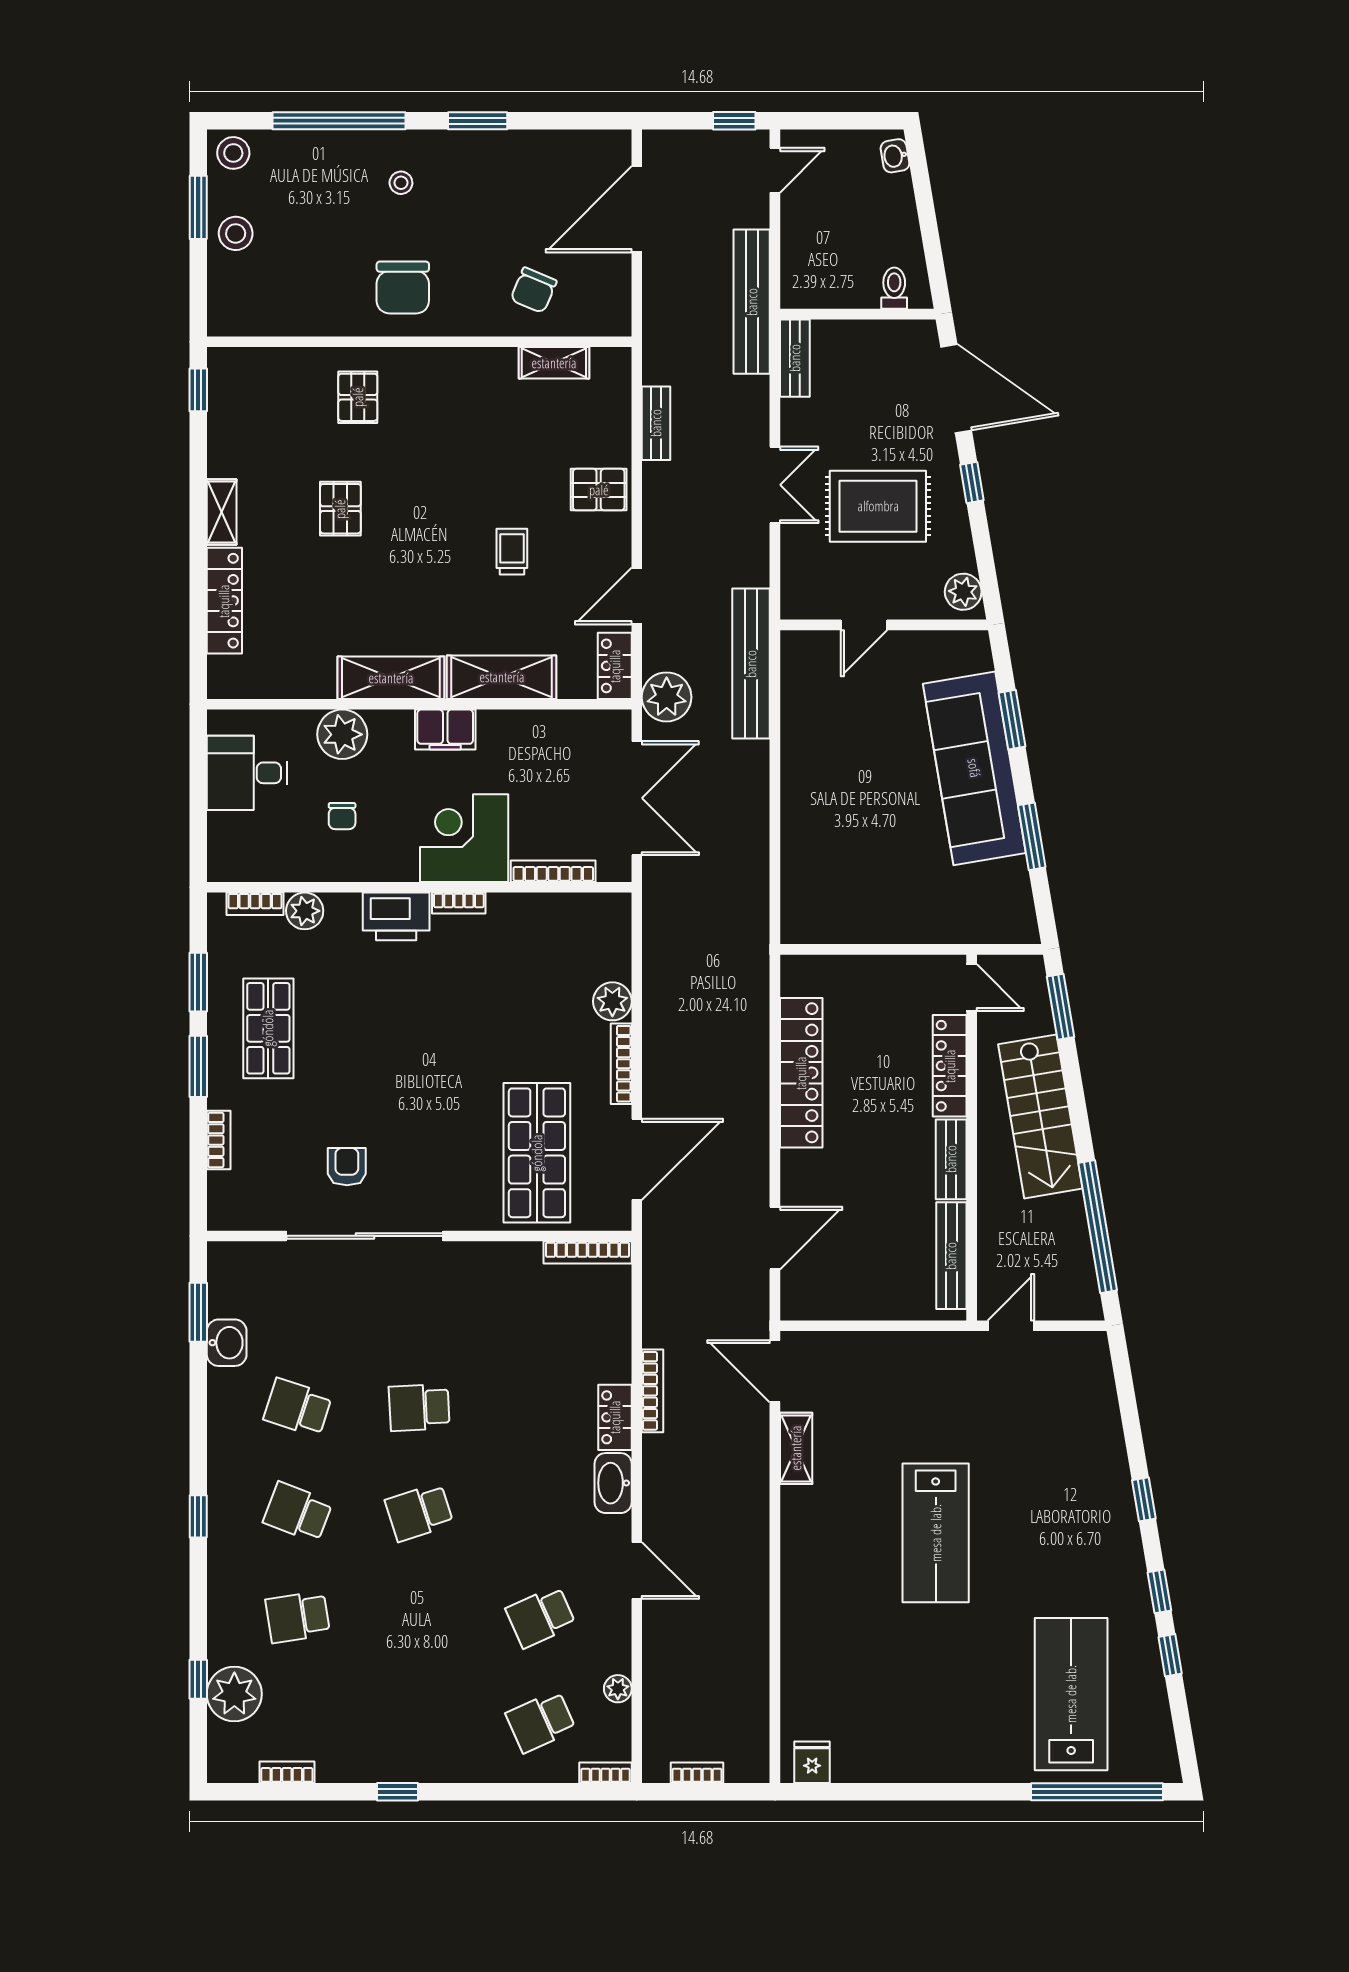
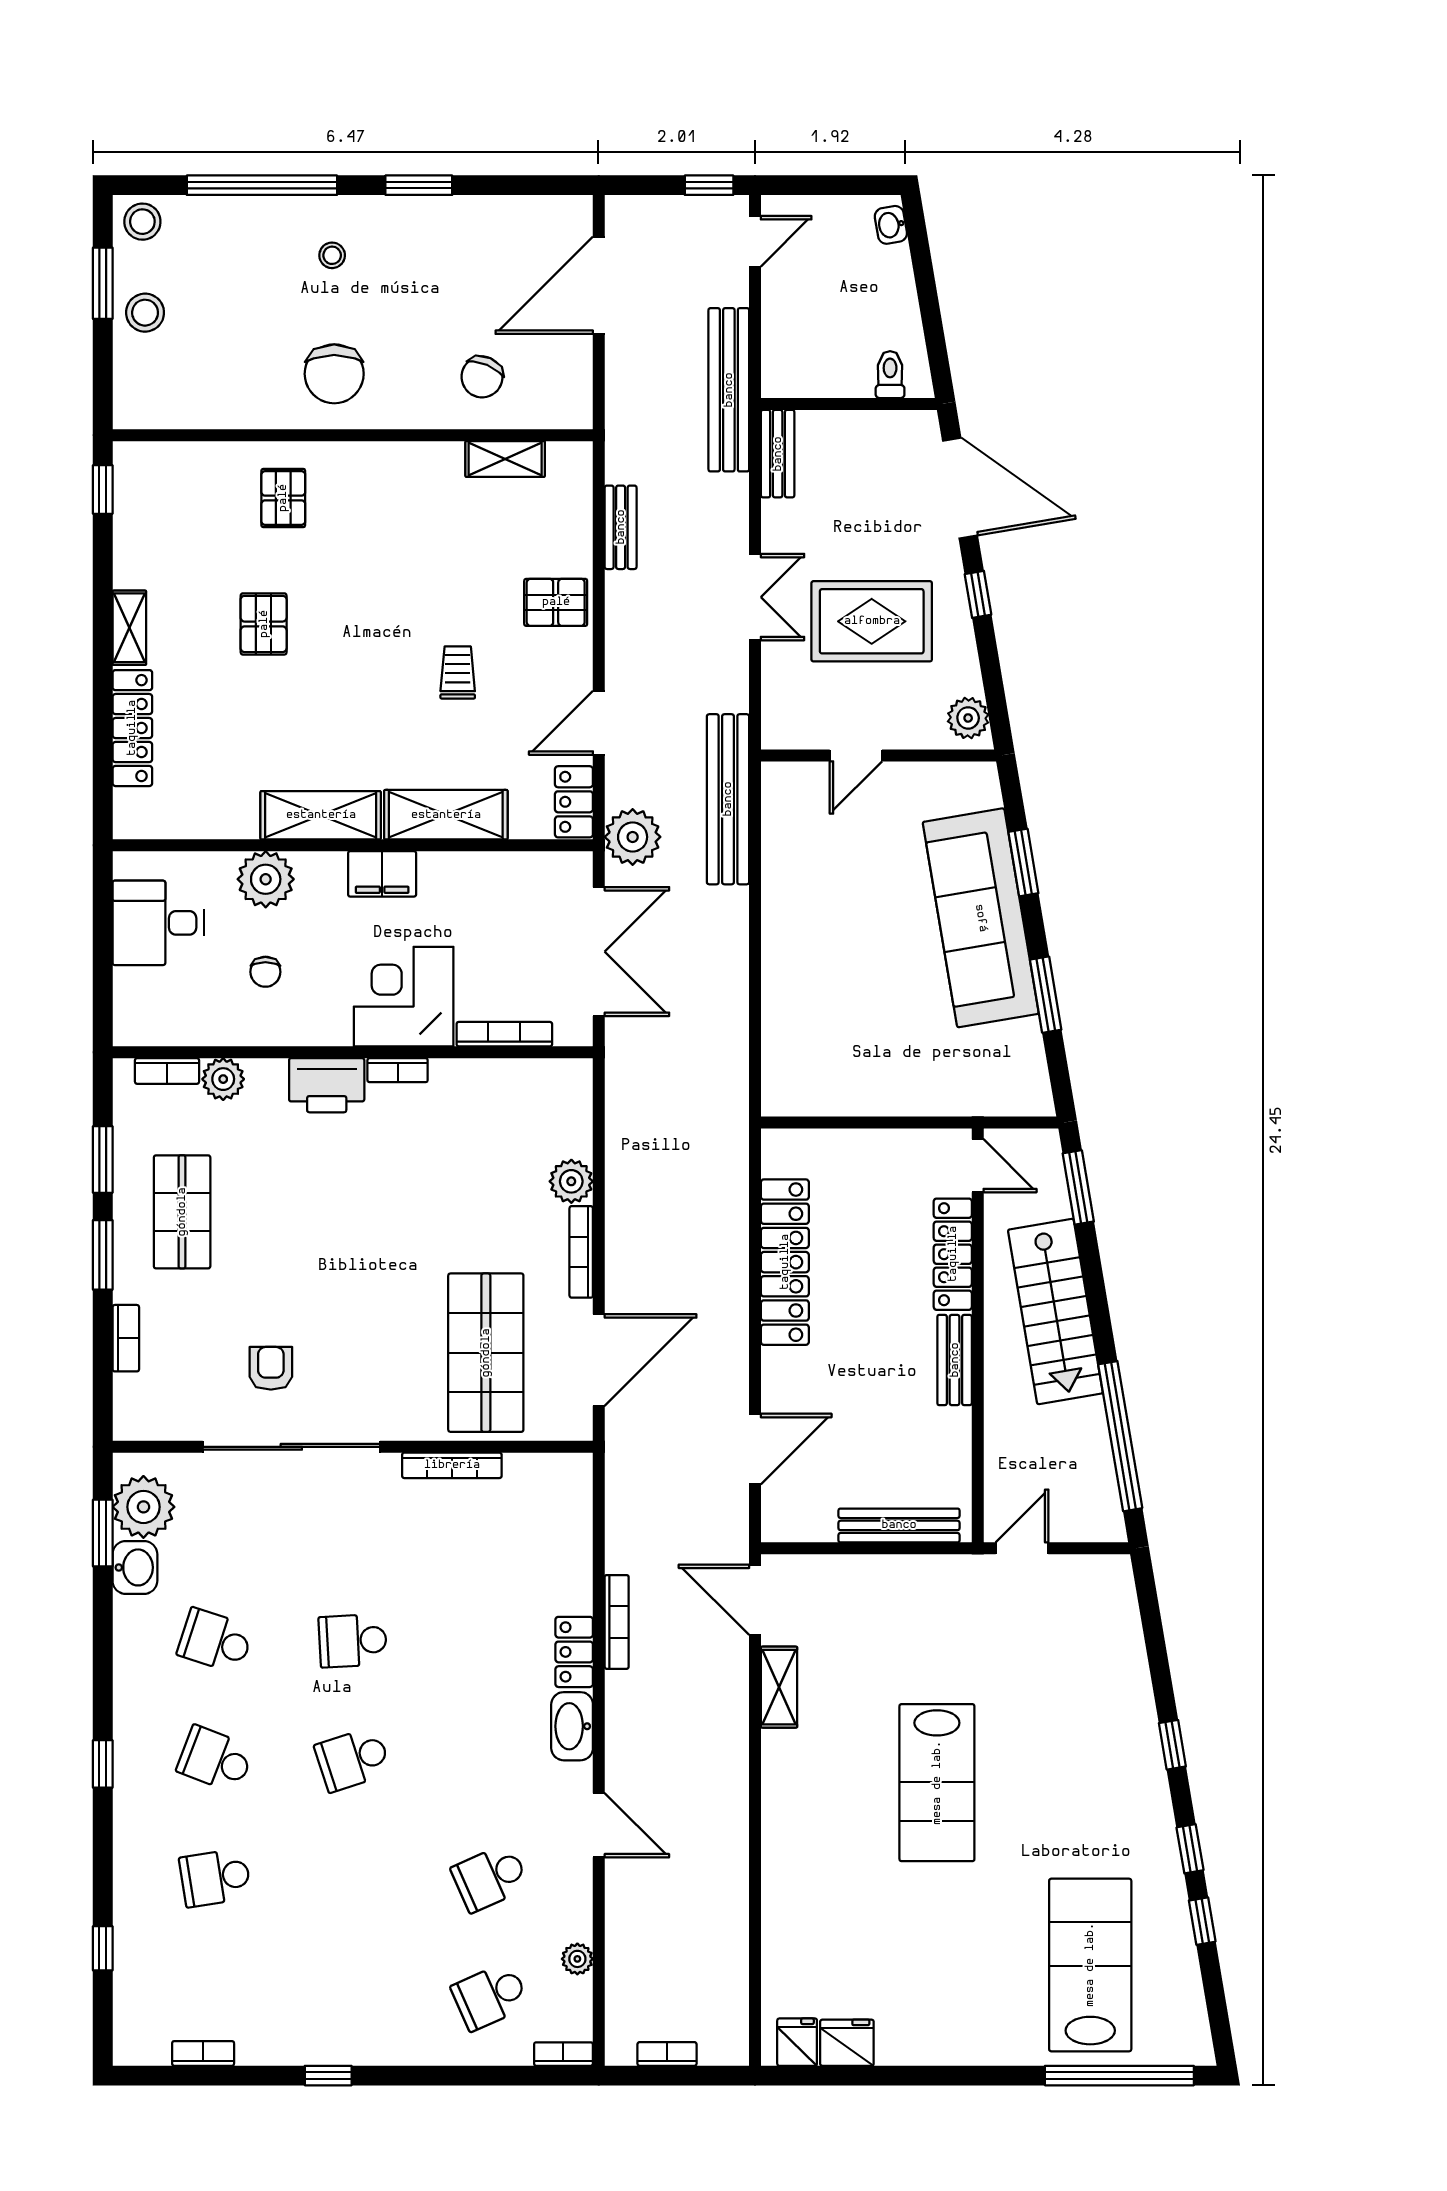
bookcase: (588, 1252) -> (452, 1465), moved
bench: (951, 1256) -> (899, 1525), moved, turned 90
plant: (234, 1694) -> (143, 1507), moved
fridge: (856, 1763) -> (847, 2043), added

